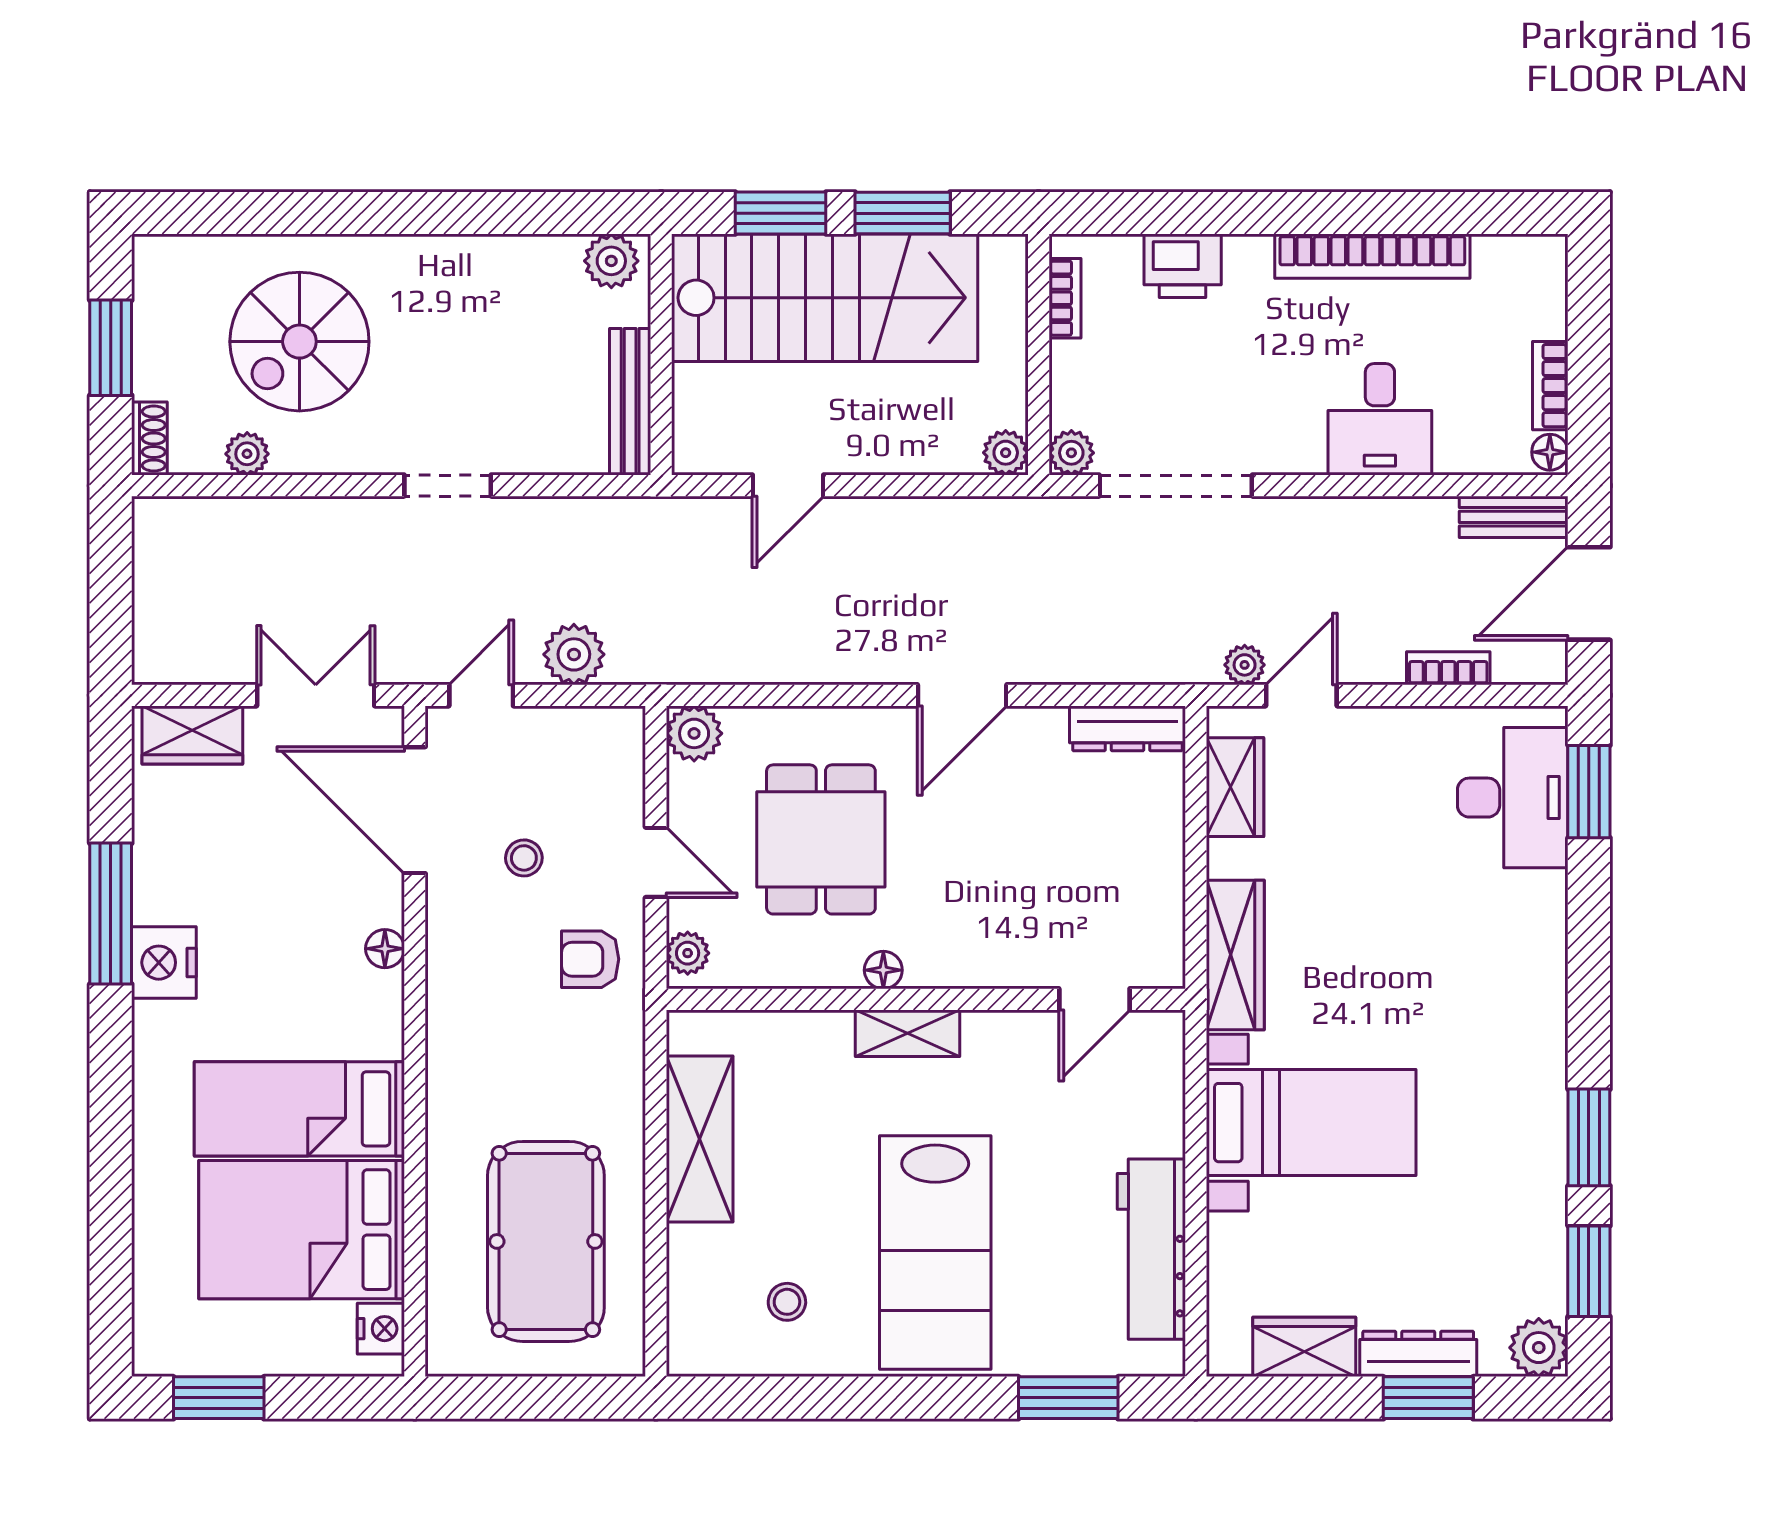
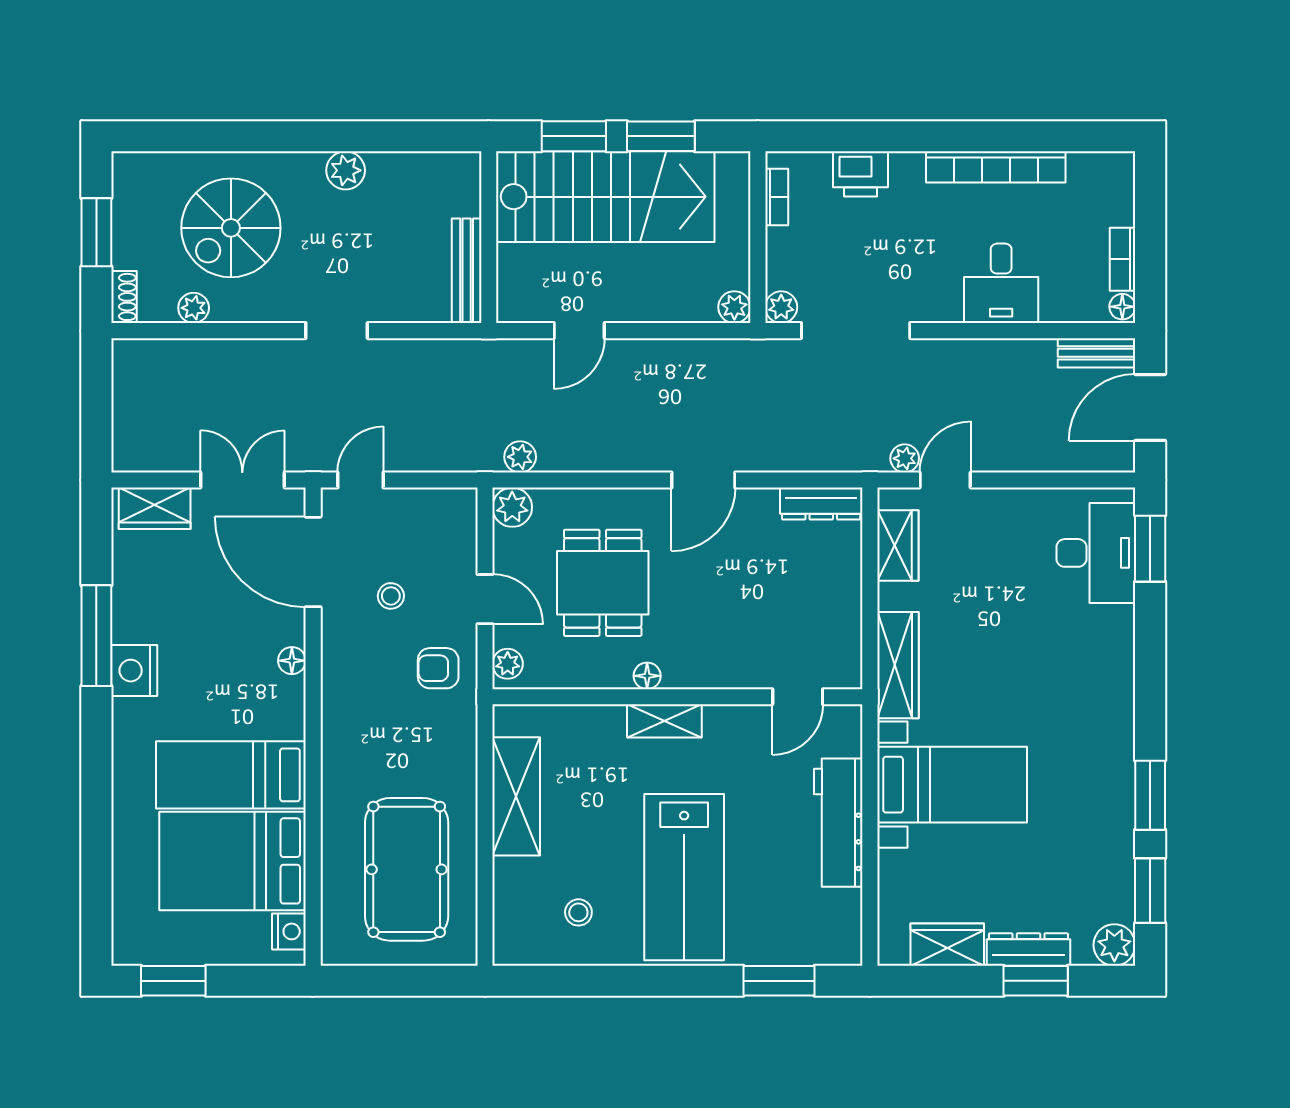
plant: (611, 261) -> (346, 170), moved
plant: (574, 654) -> (520, 457), moved, width x0.73, depth x0.73
bookcase: (1448, 668) -> (1050, 461), removed
workbench: (1151, 1249) -> (838, 823), moved

